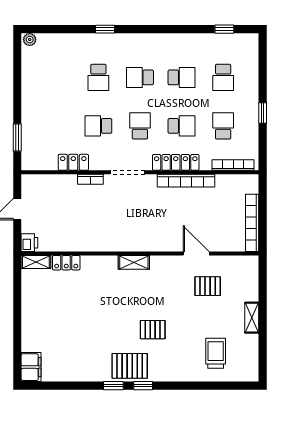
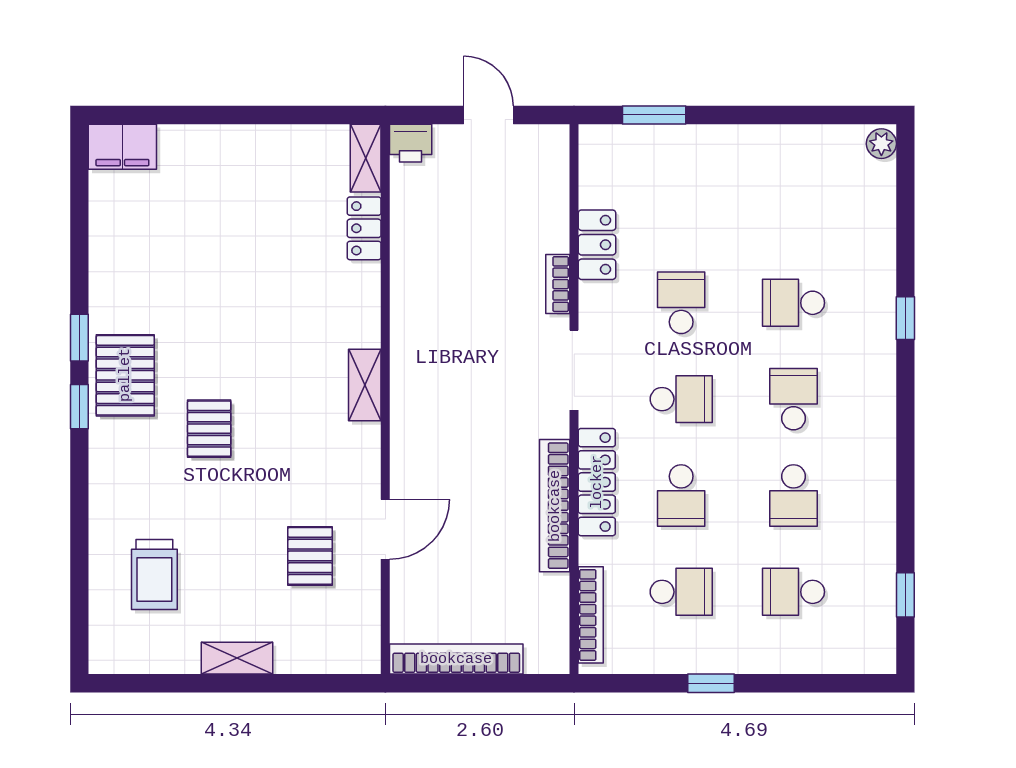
trolley: (216, 353) -> (154, 575), turned 90

